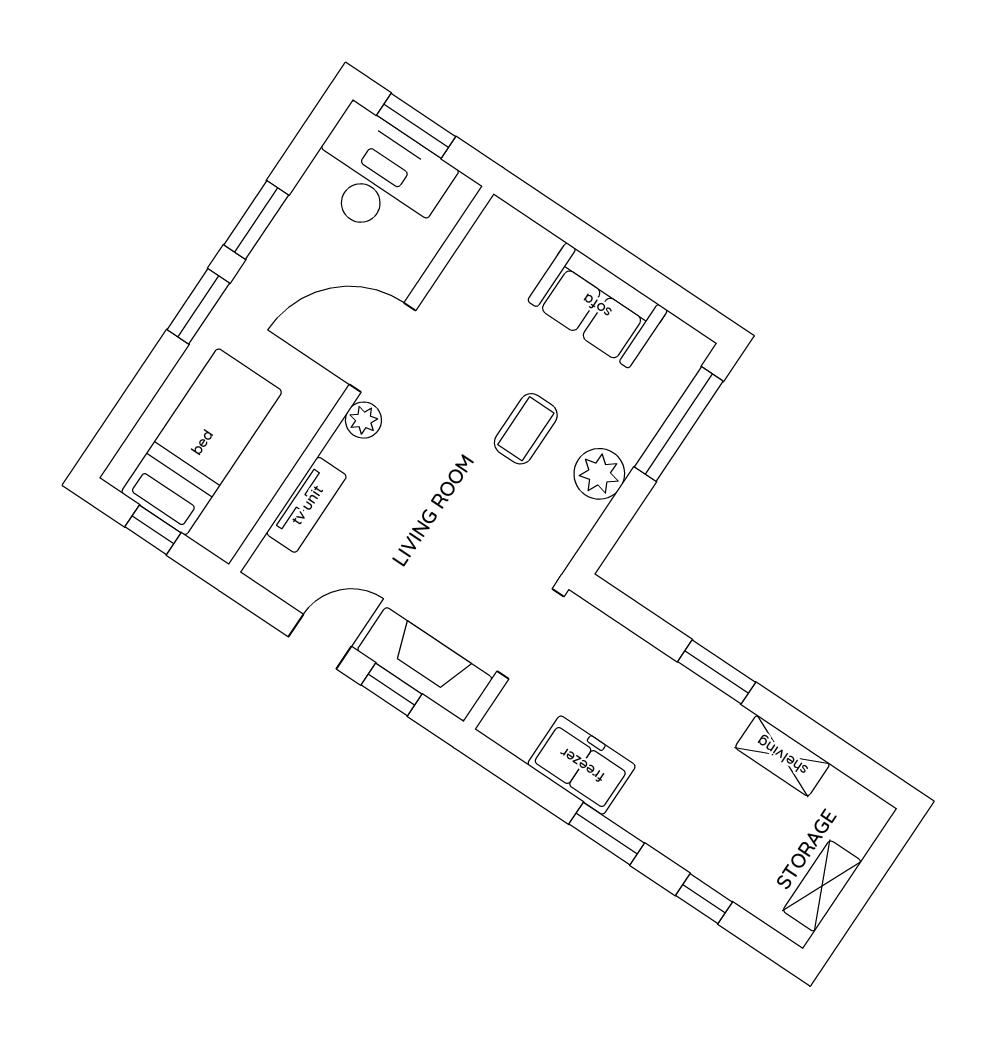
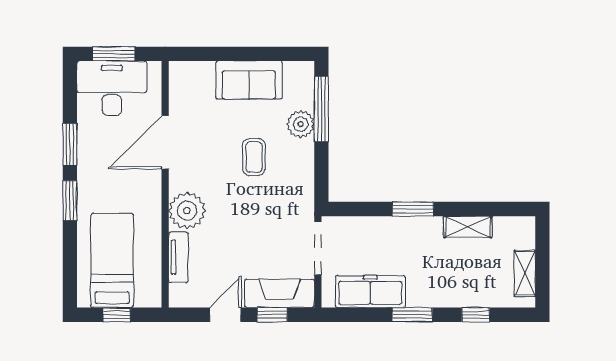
door: (382, 348) -> (165, 142), moved
plant: (363, 420) -> (187, 211), width x1.88, depth x1.88
plant: (599, 474) -> (301, 124), moved
freezer: (582, 765) -> (370, 291), width x1.40

